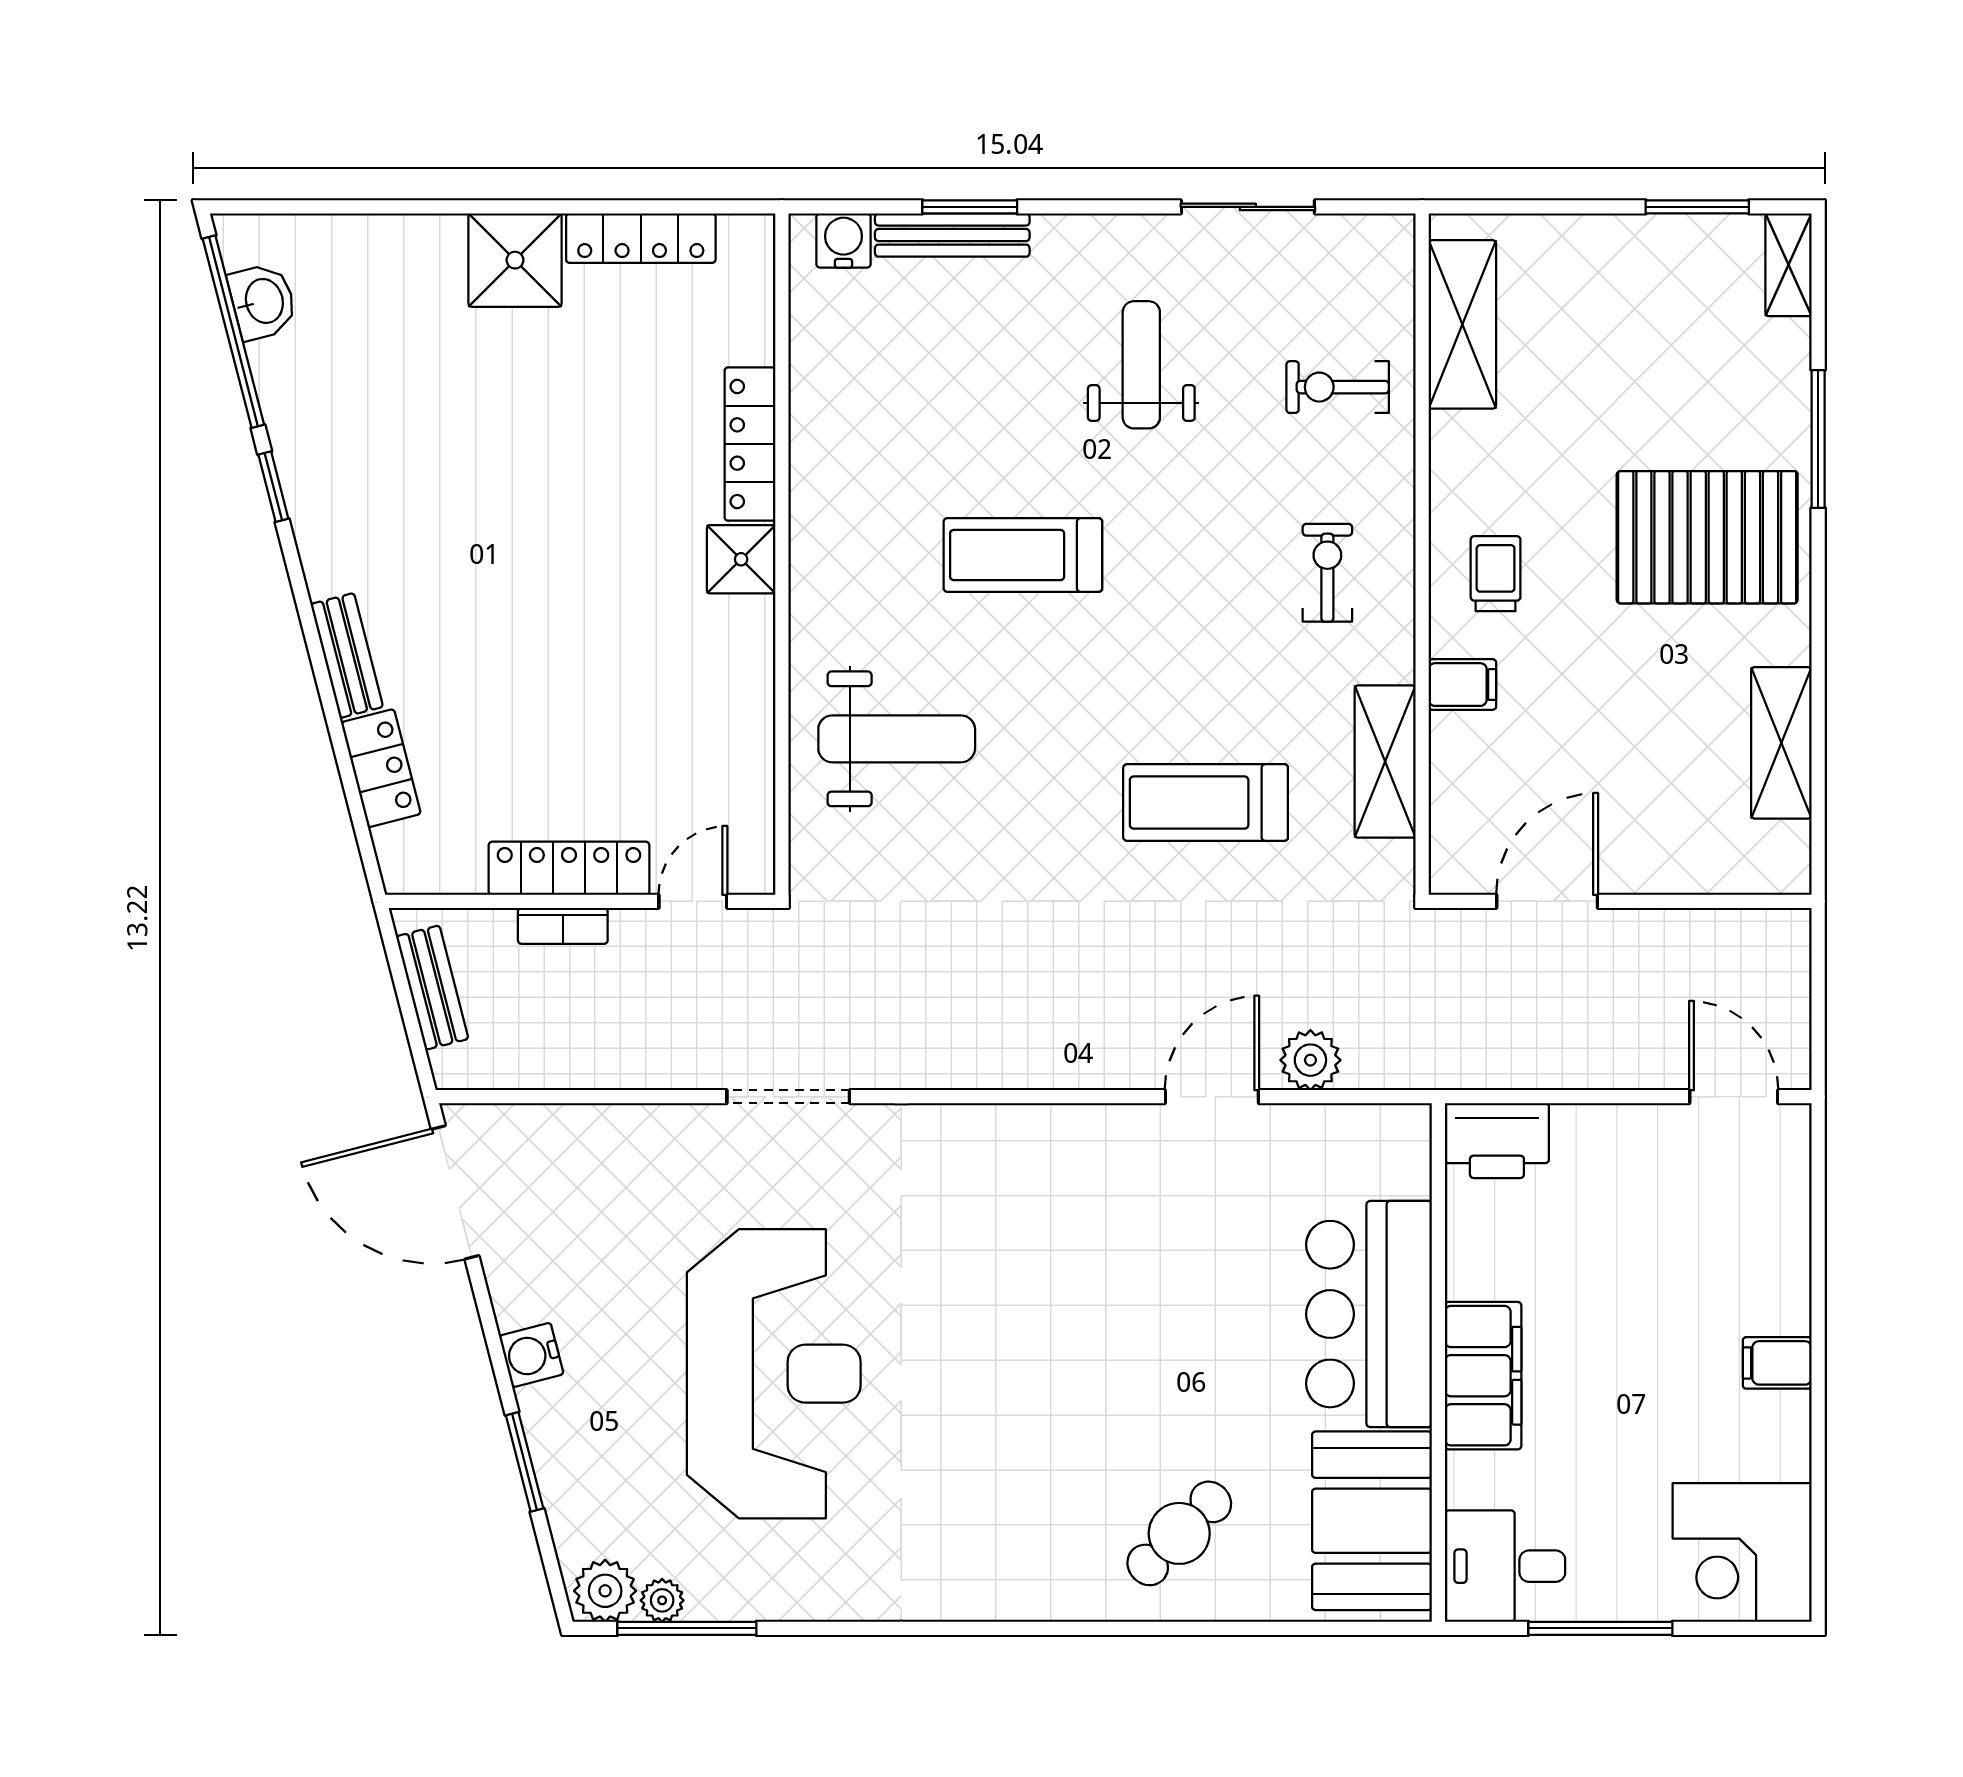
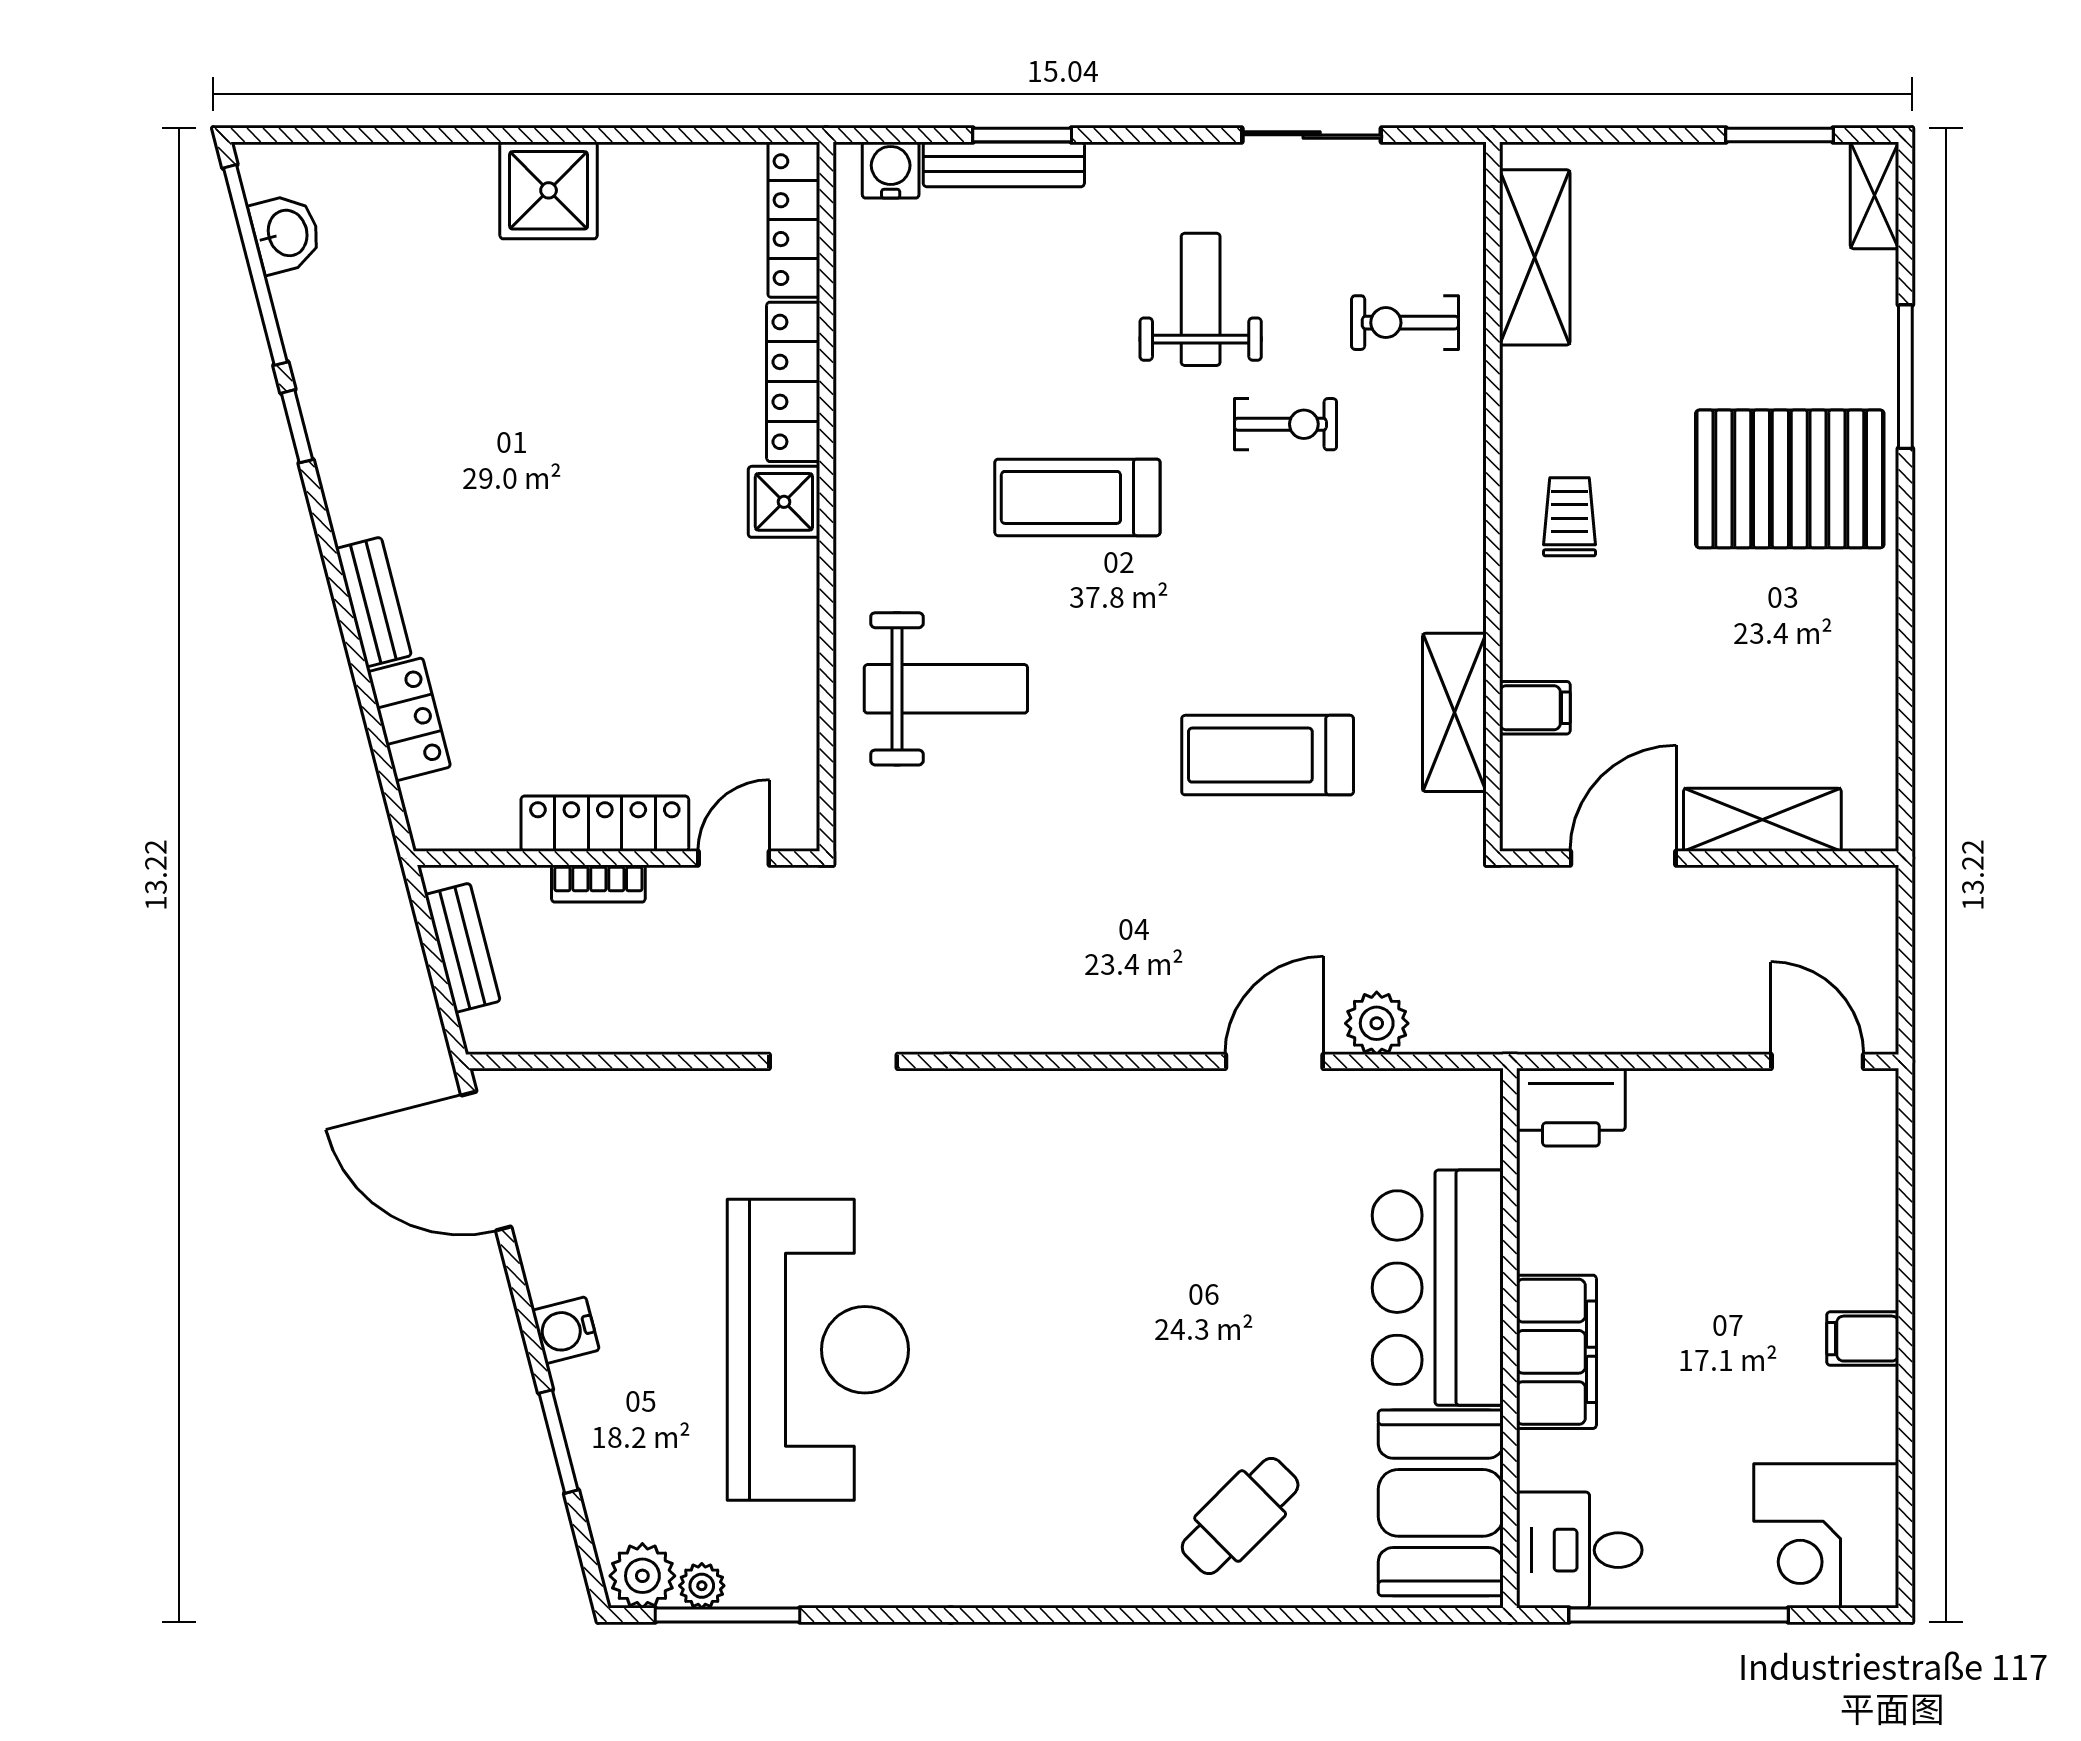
locker: (641, 238) -> (794, 220), moved, turned 90
exercise bike: (1327, 573) -> (1286, 424), moved, turned 90
filing cabinet: (1462, 685) -> (1535, 708), moved
shelving: (1781, 743) -> (1762, 820), moved, turned 90
window: (1600, 1628) -> (1679, 1615), width x1.46

